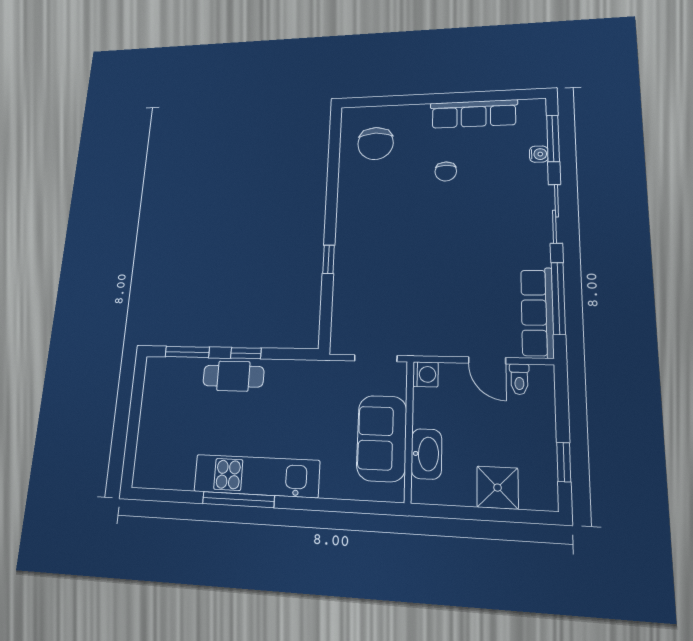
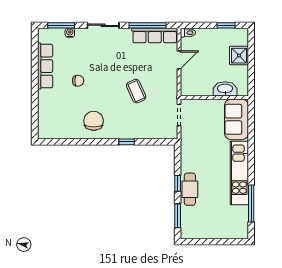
chair: (376, 143) -> (94, 121), moved, turned -90
coffee table: (425, 276) -> (136, 91), added
washing machine: (425, 374) -> (187, 90), removed
toilet: (519, 379) -> (188, 33), moved
sofa: (382, 438) -> (236, 119), moved, turned 90
window: (238, 500) -> (251, 204), moved

